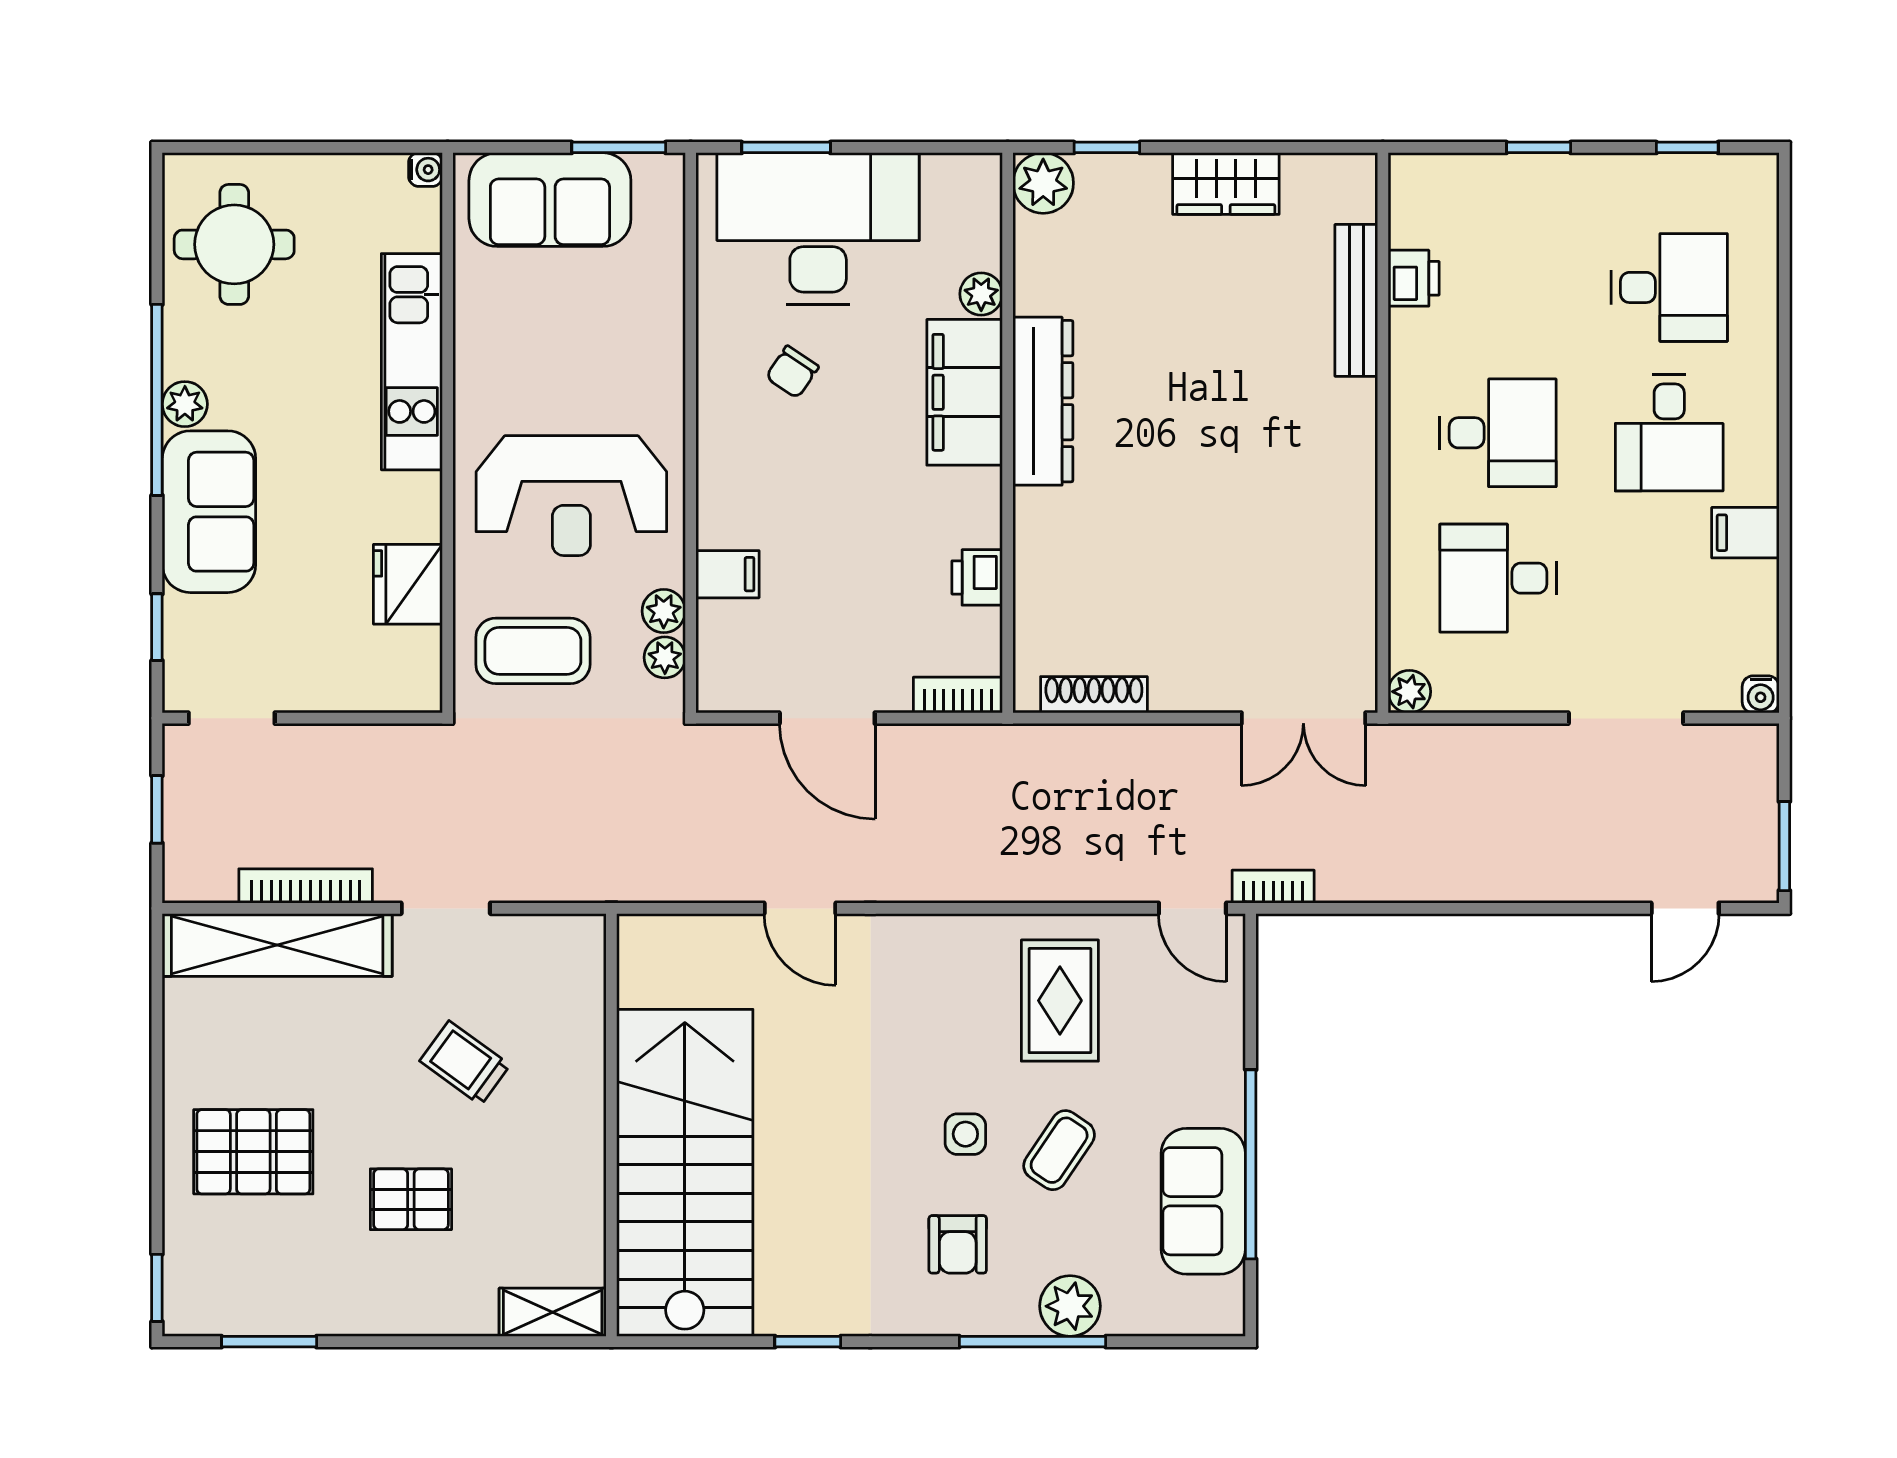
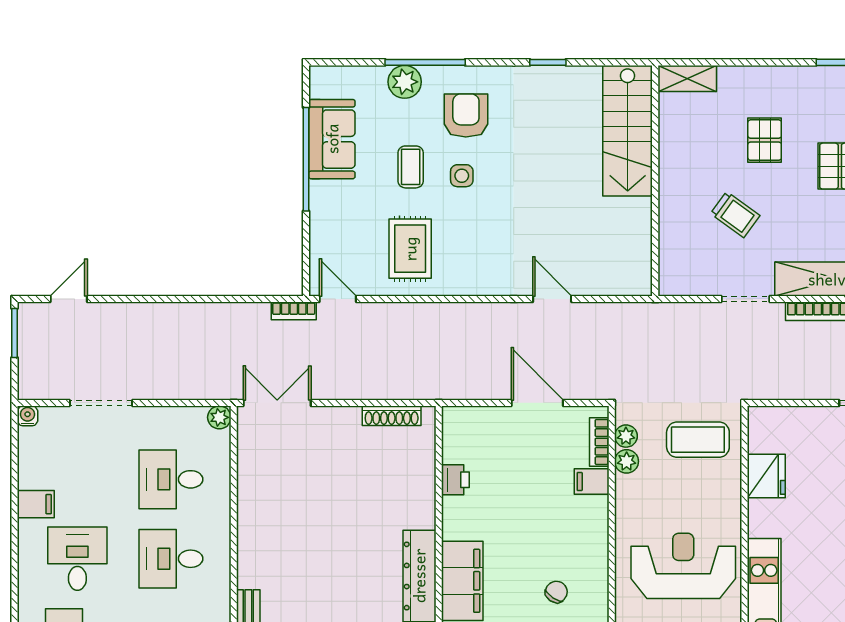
reception desk: (571, 496) -> (683, 566), moved
desk: (1498, 578) -> (171, 479), turned 180
bookcase: (958, 695) -> (599, 442), moved, turned 90
coffee table: (1059, 1150) -> (411, 167), turned -34
stairs: (685, 1173) -> (628, 131), width x0.73, depth x0.66
pallet: (411, 1199) -> (765, 140), turned 90
armchair: (958, 1244) -> (466, 115), width x1.38, depth x1.38

